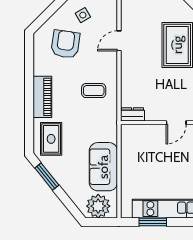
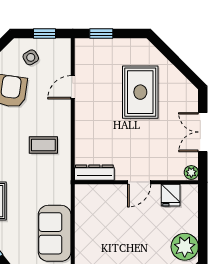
dresser: (132, 114) -> (94, 173), width x1.44

